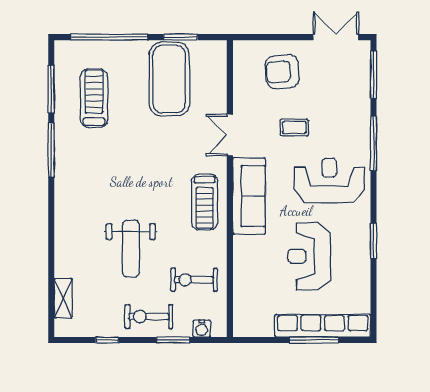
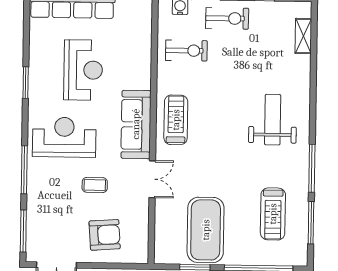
reception desk: (329, 181) -> (64, 137), turned 180
weight bench: (131, 249) -> (273, 120), moved

